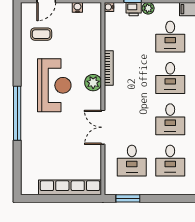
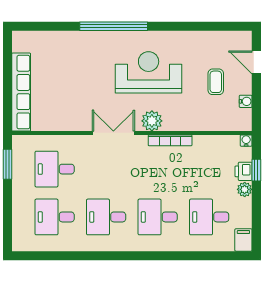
coffee table: (41, 34) -> (216, 82), moved
reception desk: (54, 85) -> (149, 72), turned 180
double door: (103, 127) -> (113, 133), moved

